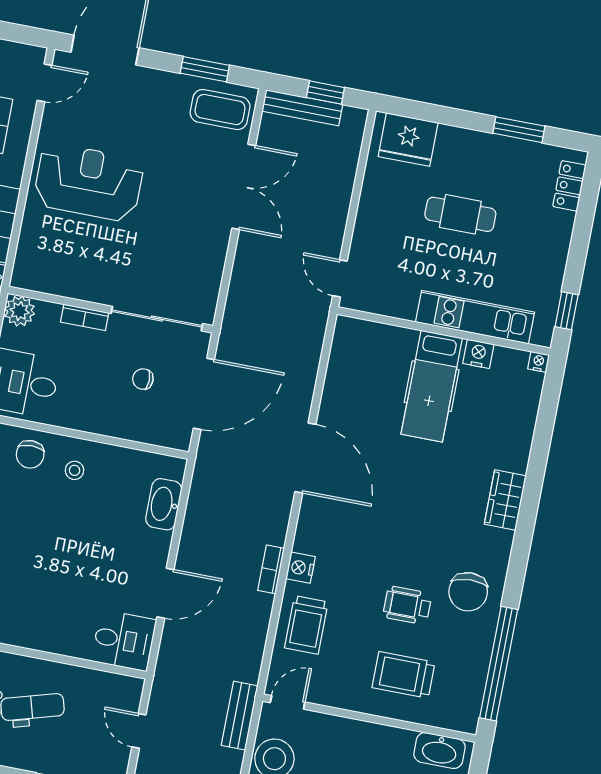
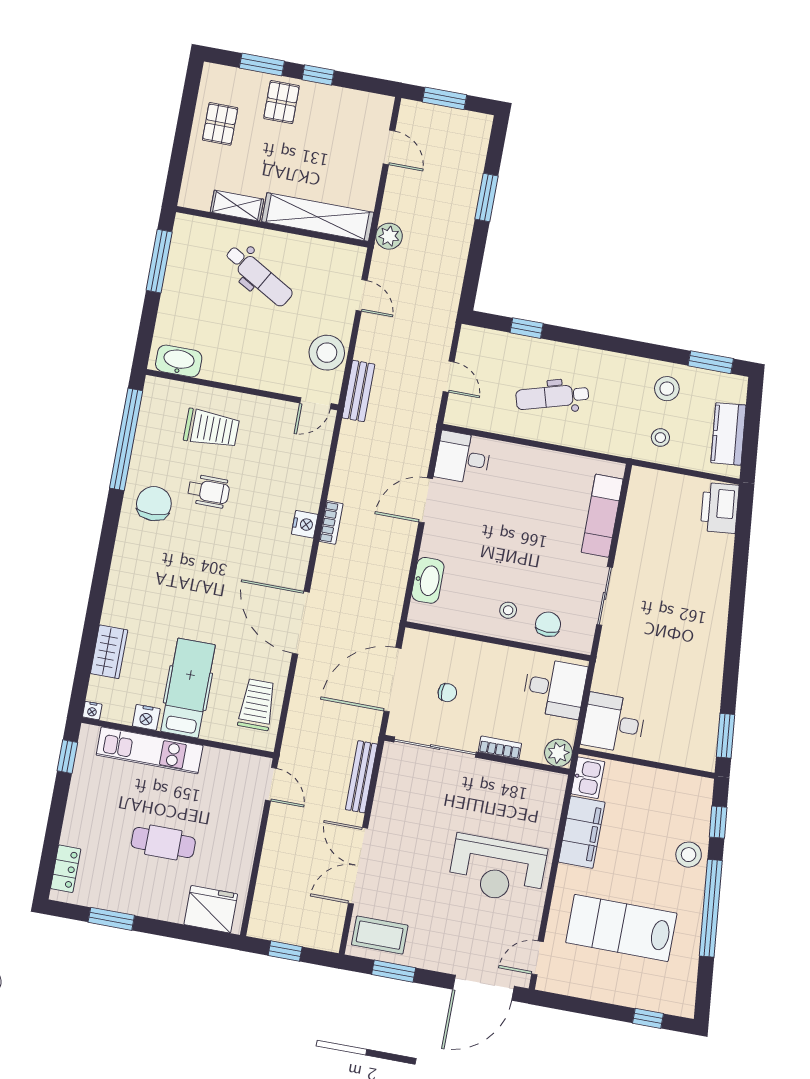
bench: (302, 108) -> (361, 777), moved, turned 90
wardrobe: (505, 500) -> (109, 652), moved
trolley: (306, 625) -> (257, 705), moved

